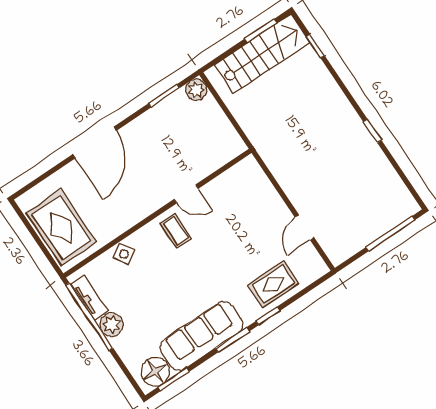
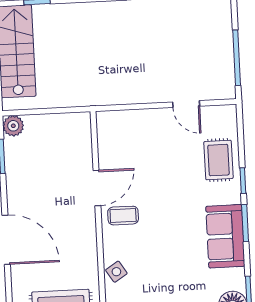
door: (186, 194) -> (97, 188), width x1.38
window: (390, 234) -> (237, 58), moved
sofa: (202, 336) -> (225, 236), width x0.73

